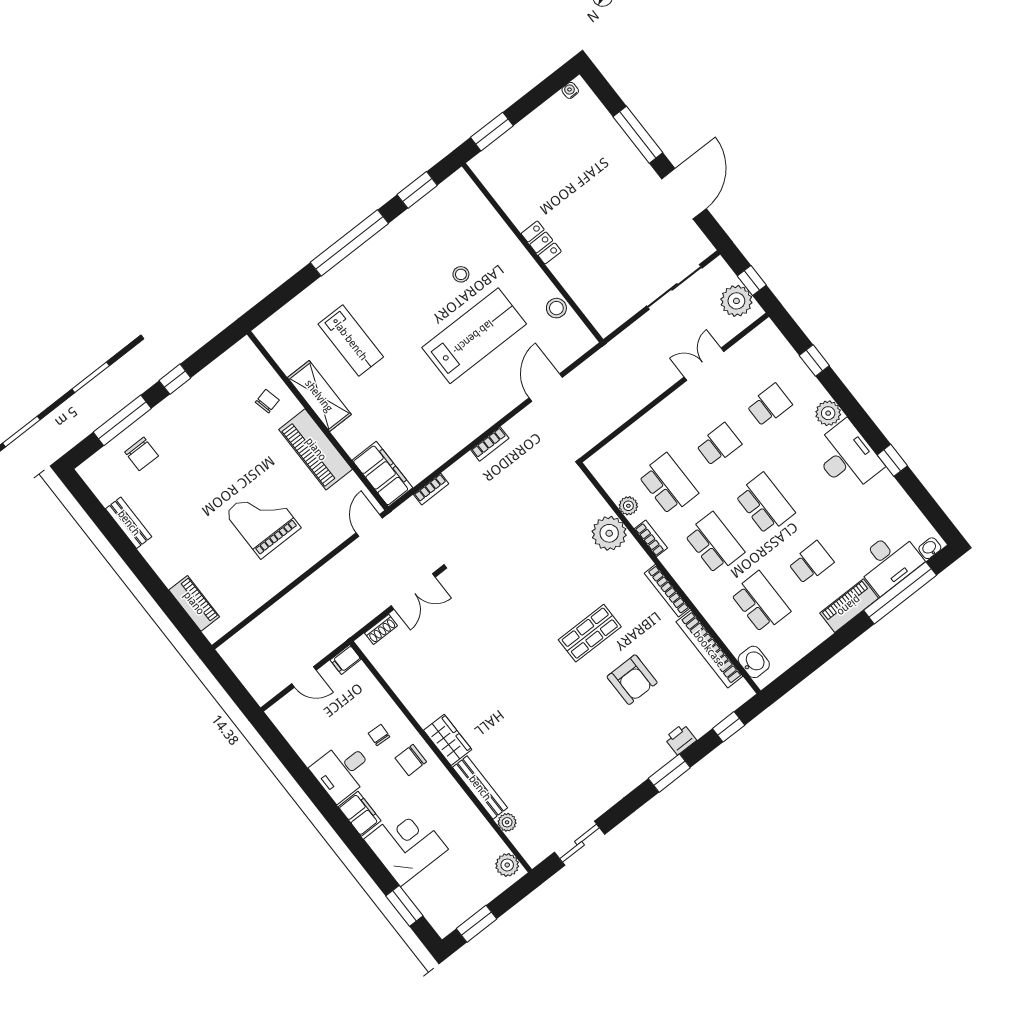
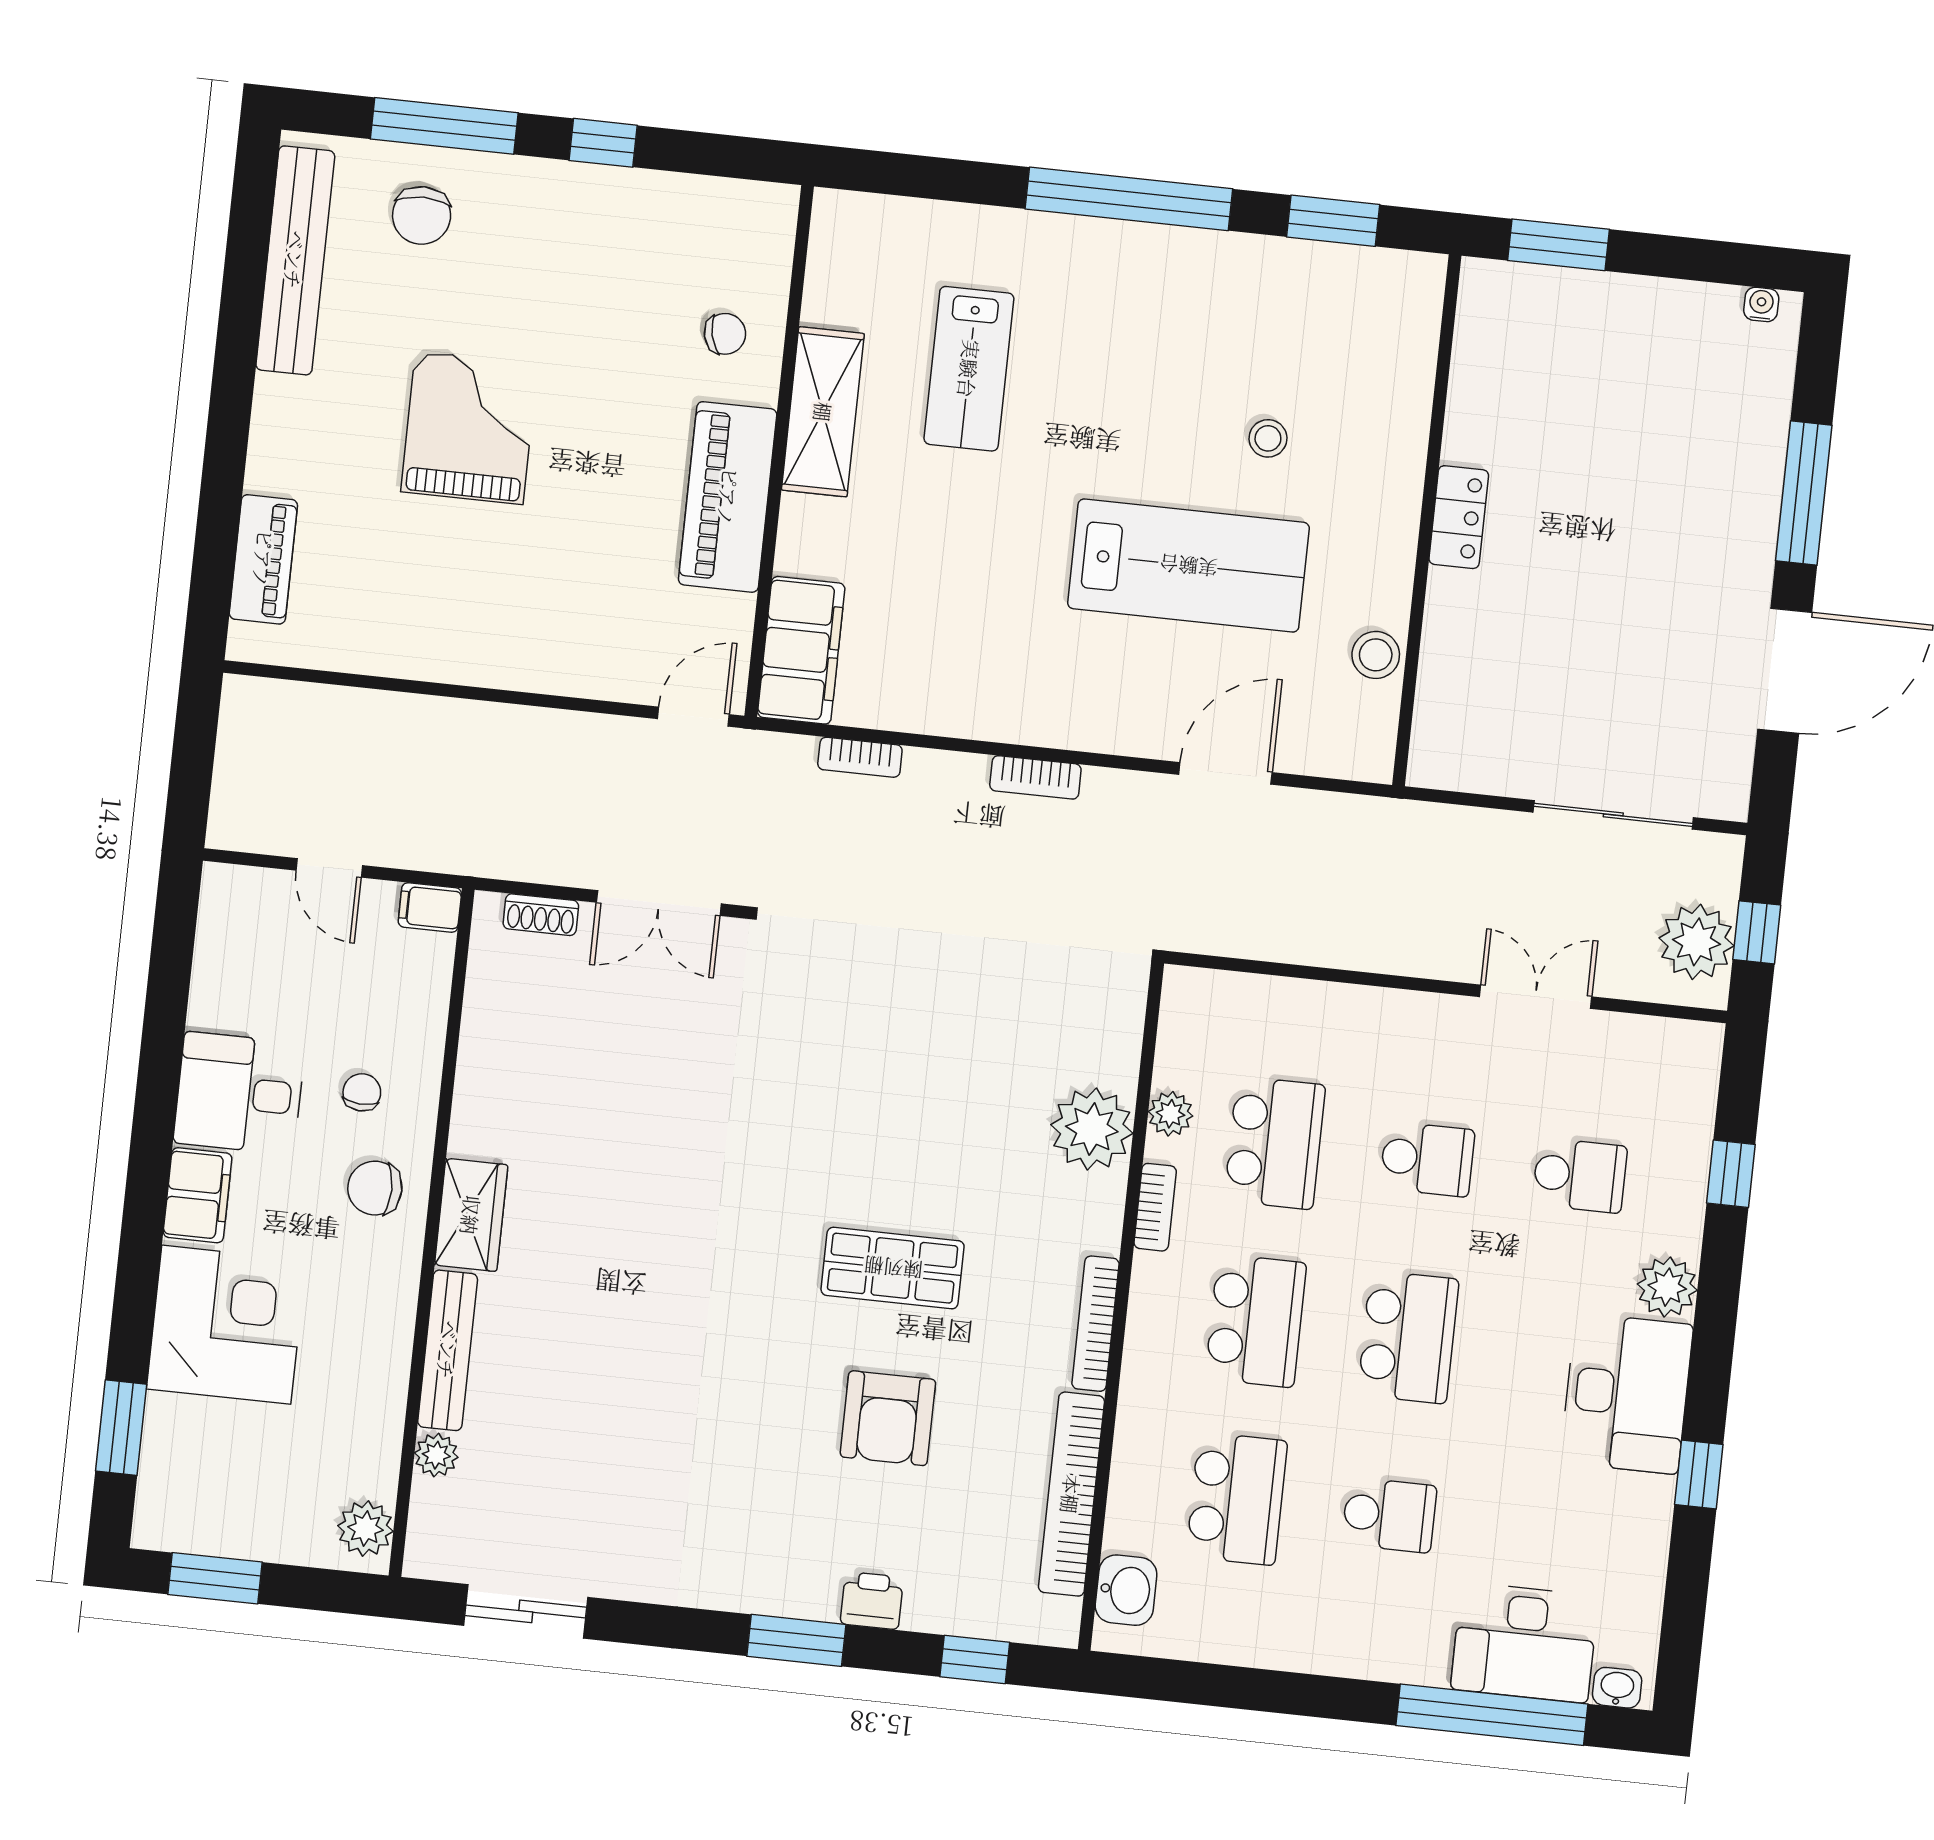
grand piano: (263, 520) -> (469, 428), moved
bench: (129, 523) -> (295, 260), width x1.86, depth x1.21
piano: (849, 606) -> (1383, 1652), removed

